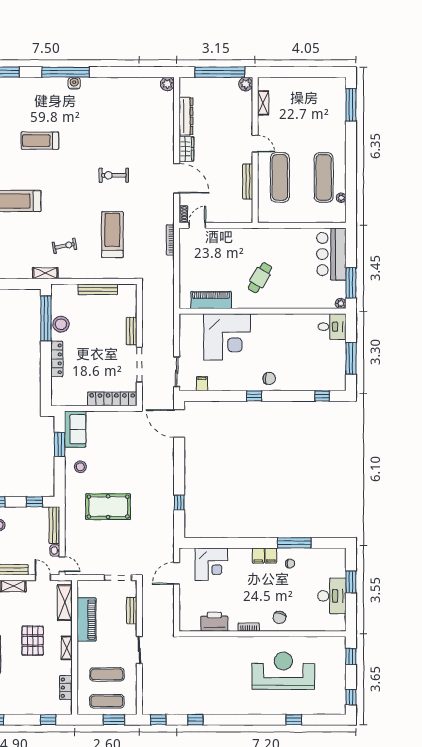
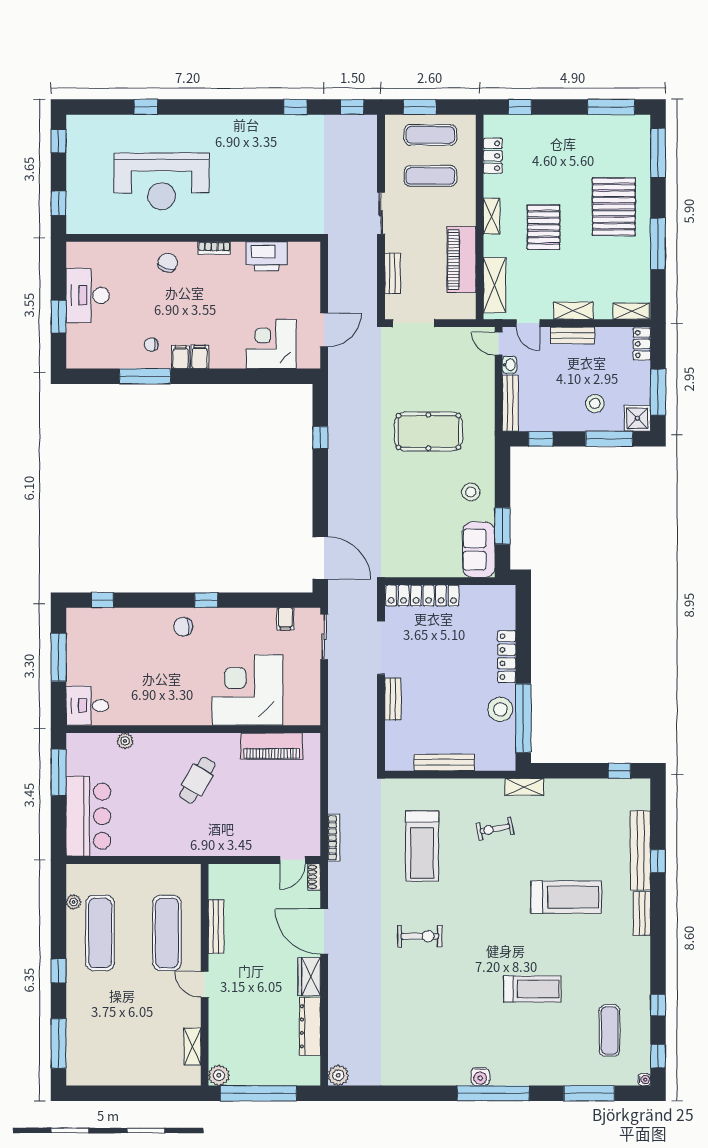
window: (351, 152) -> (59, 971), added
plant: (341, 303) -> (125, 741), moved

